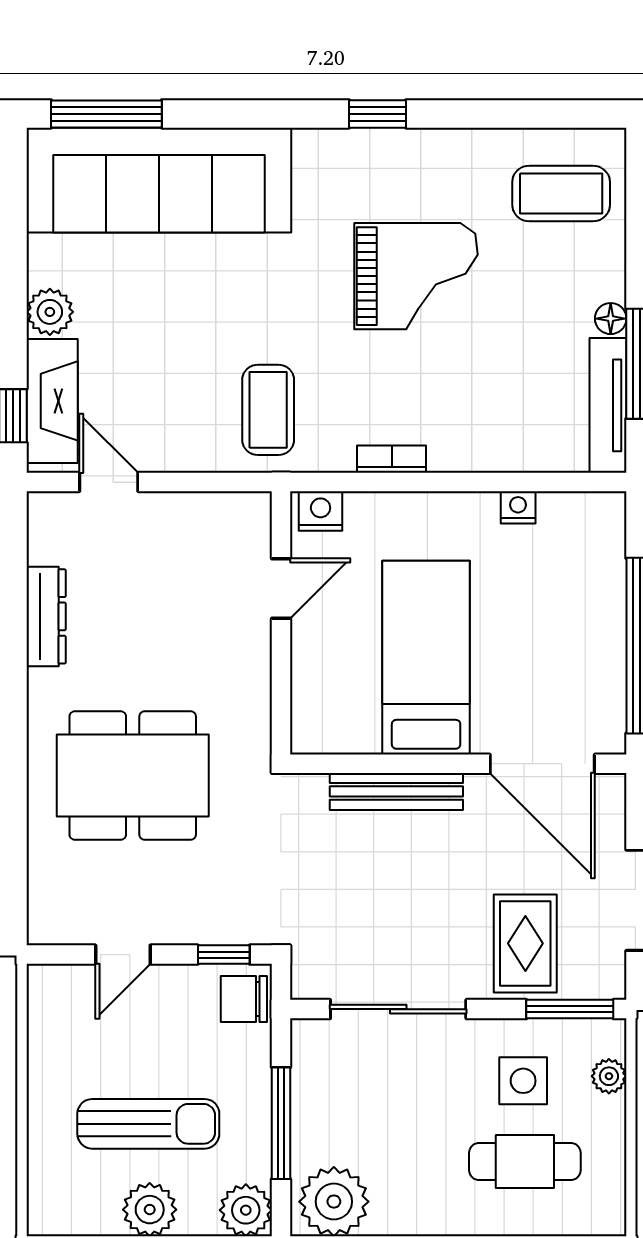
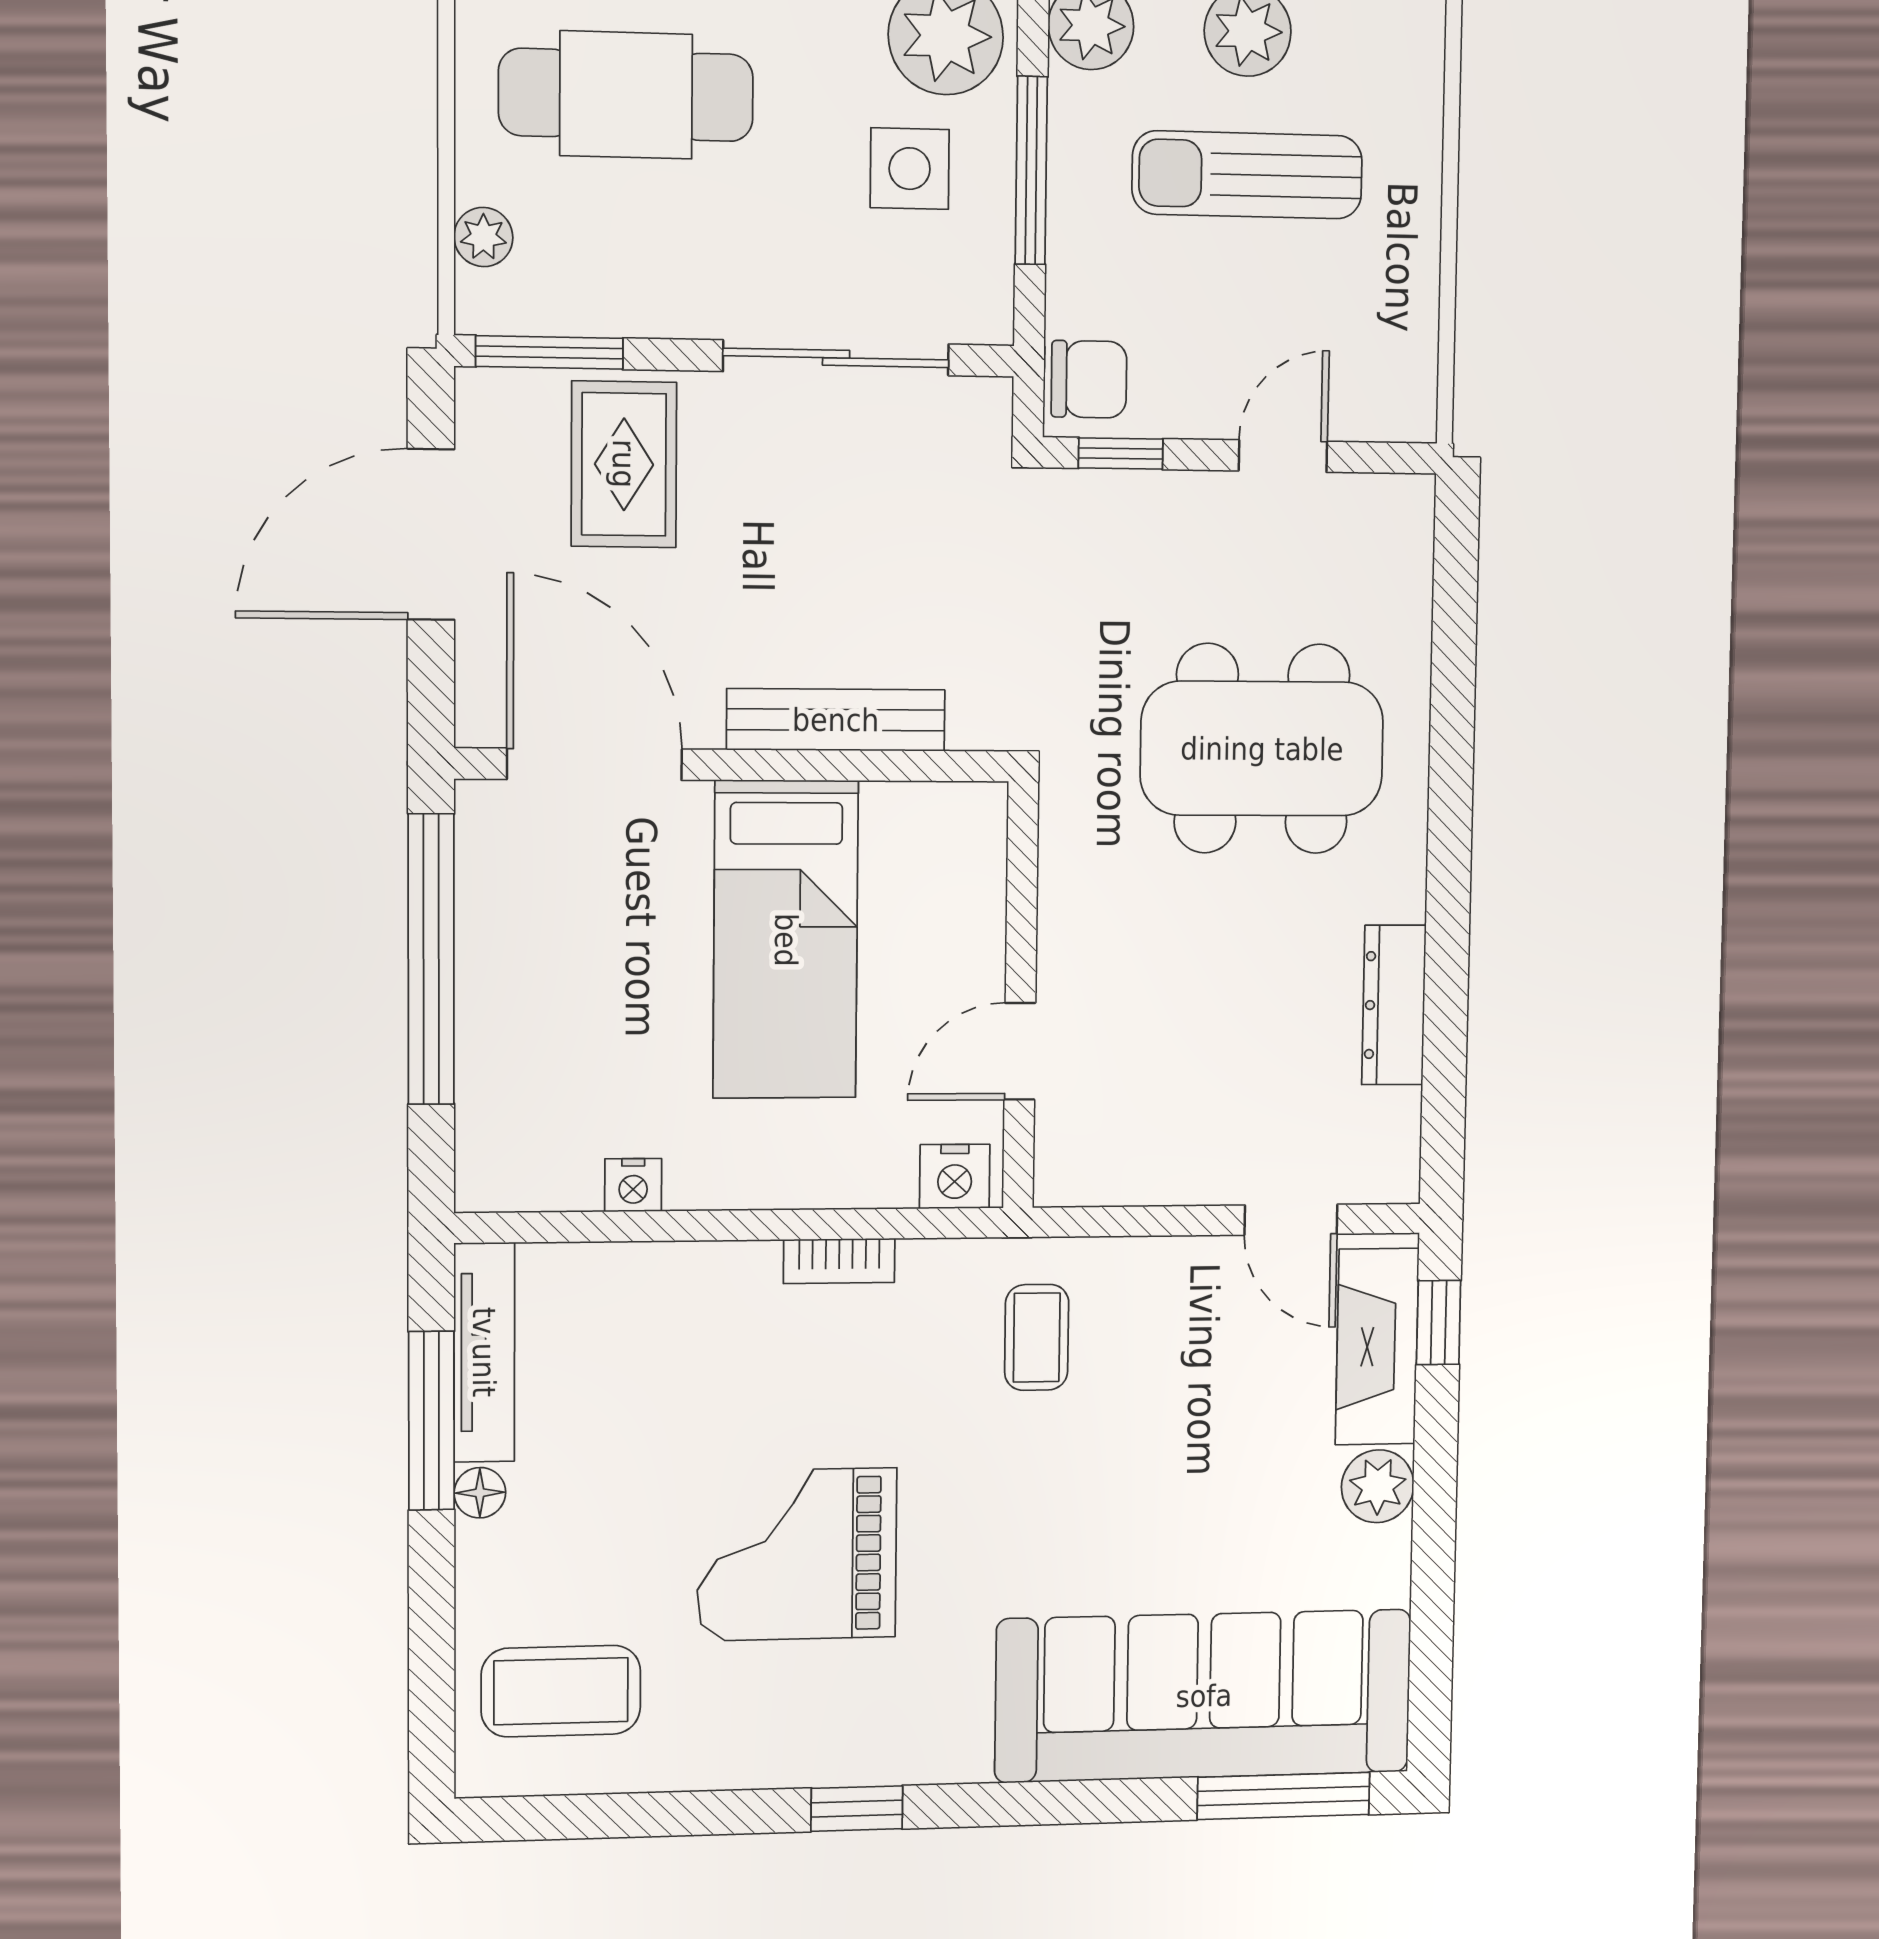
coffee table: (268, 410) -> (1037, 1337), width x0.73, depth x0.77
side table: (523, 1081) -> (910, 169), moved
cafe table: (525, 1161) -> (626, 95), width x1.37, depth x1.35

